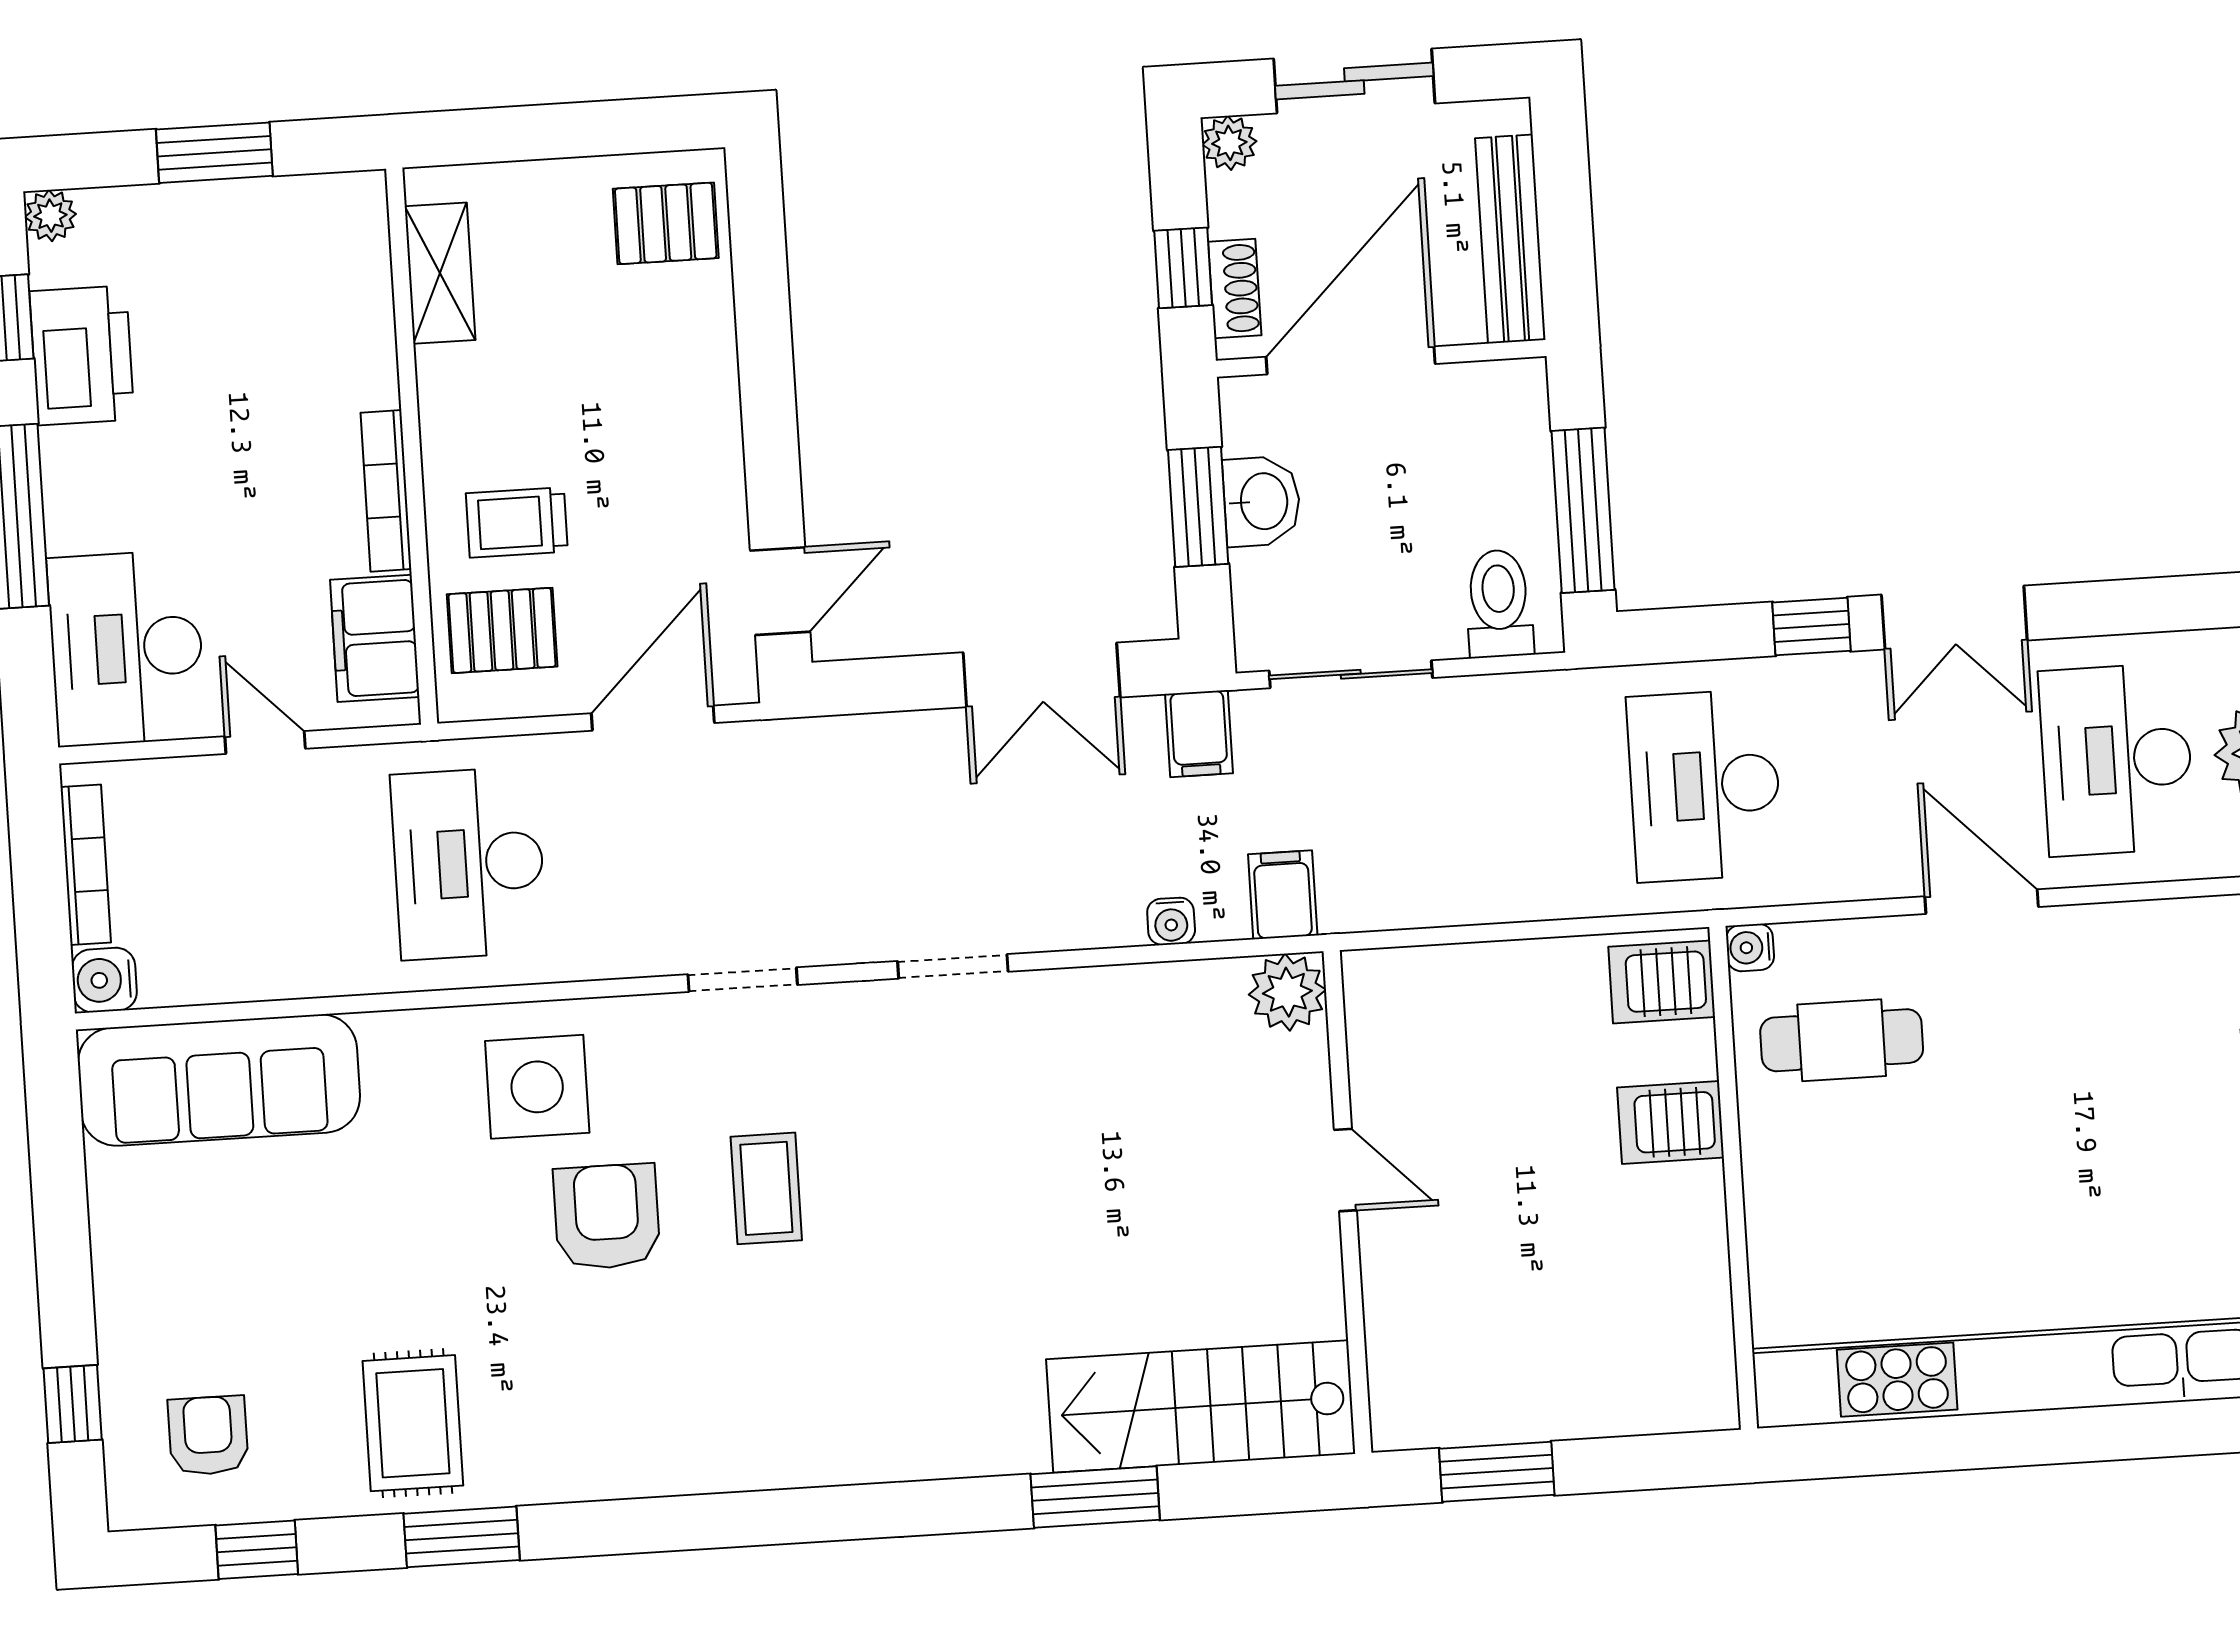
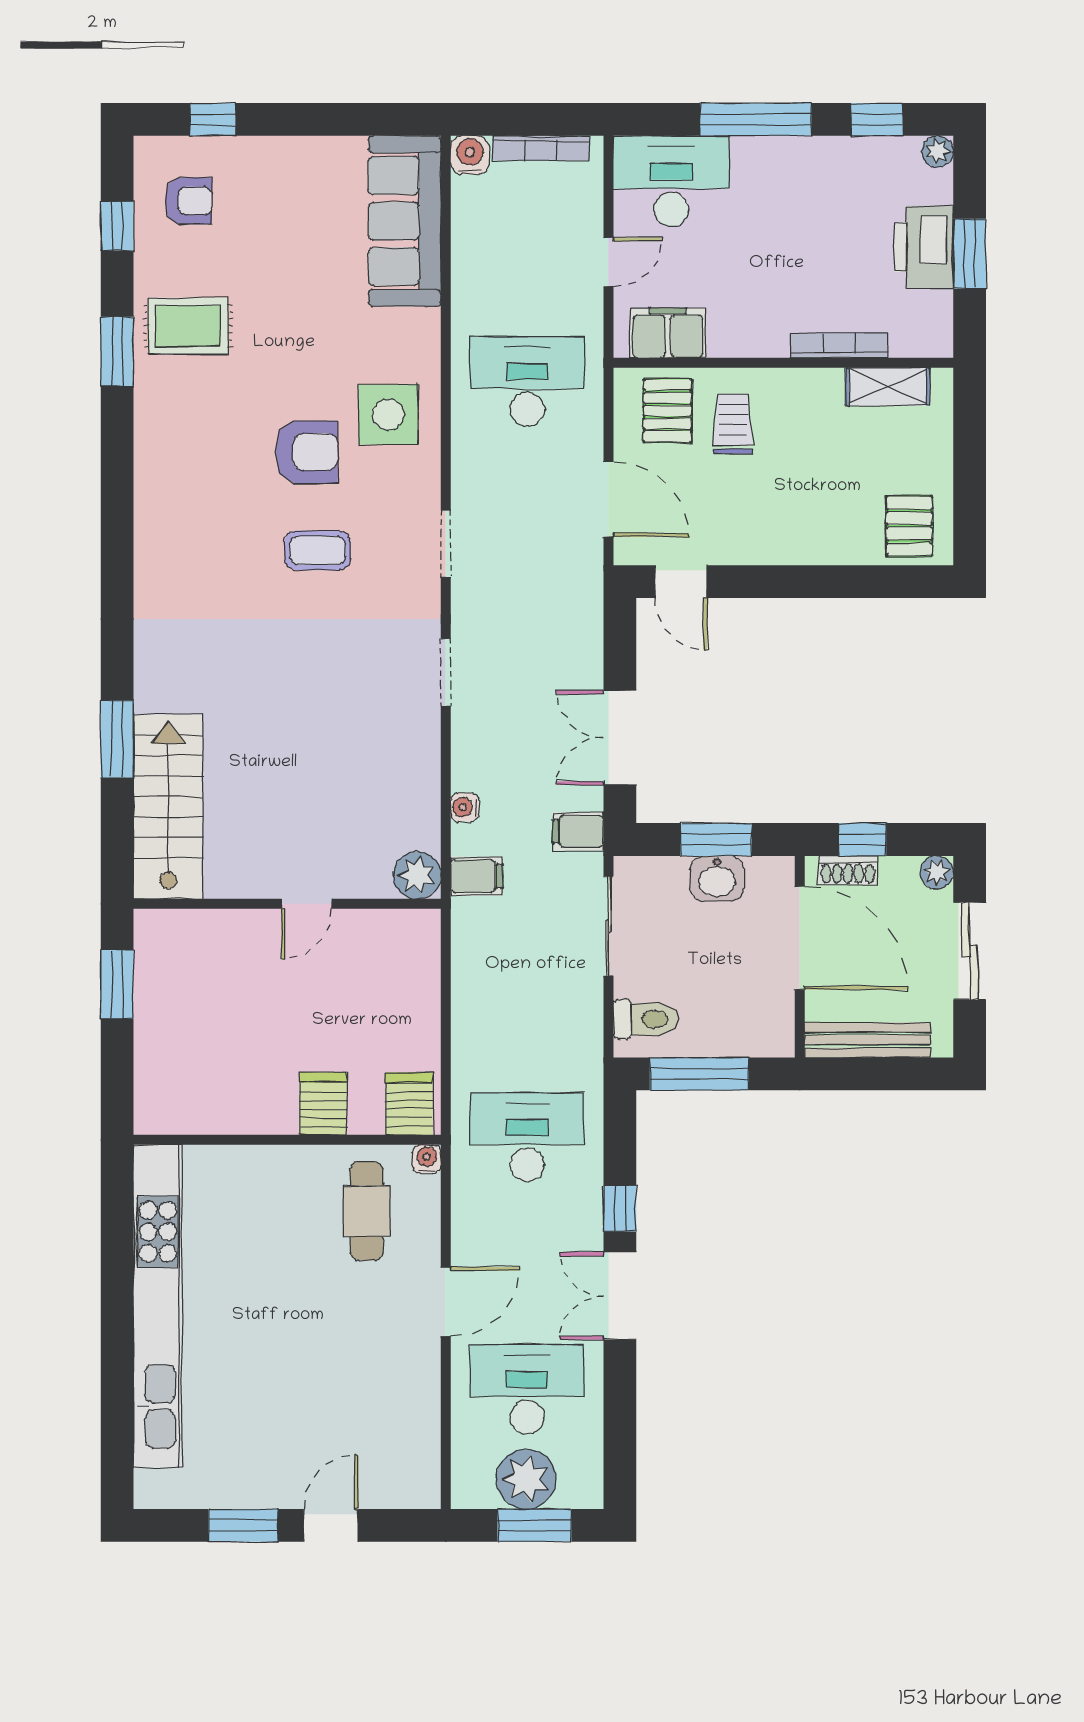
printer: (82, 355) -> (924, 247), moved, turned 90
bookcase: (386, 491) -> (839, 345), moved

